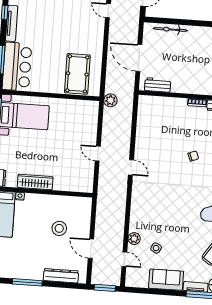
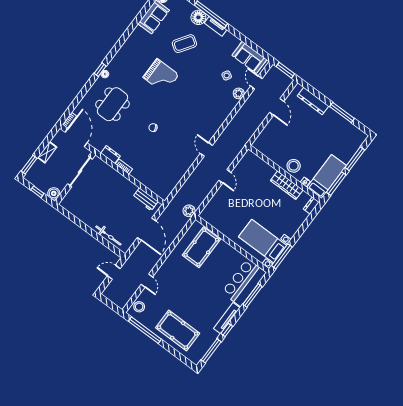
stool: (59, 228) -> (294, 166), moved
sofa: (166, 280) -> (249, 57), moved

